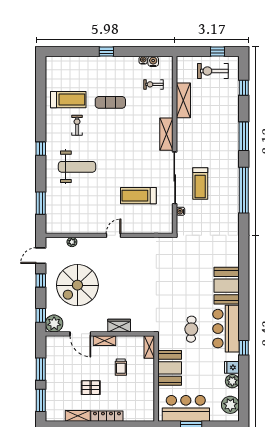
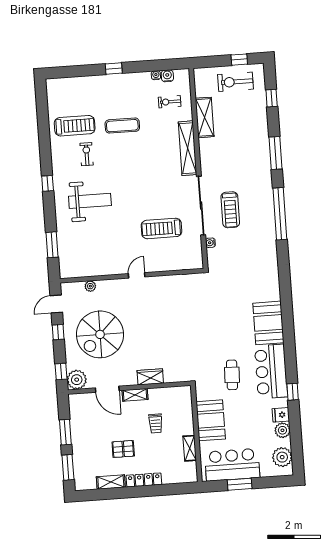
shelving: (166, 134) -> (188, 148), width x1.47
shelving: (149, 347) -> (190, 448), moved

